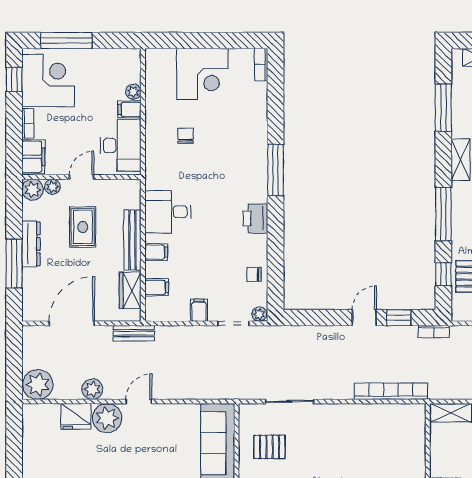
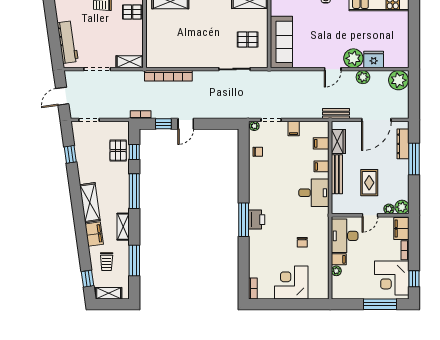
printer: (256, 218) -> (257, 220), moved
dresser: (31, 244) -> (403, 144), moved

